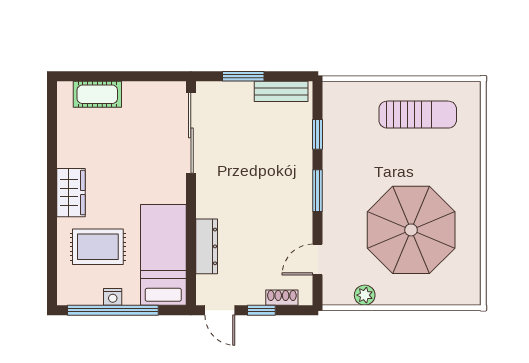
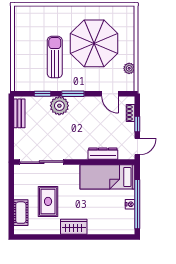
window: (243, 76) -> (11, 134), removed
sun lounger: (418, 115) -> (55, 57), moved
plant: (295, 166) -> (59, 106), added
rug: (98, 247) -> (48, 201), moved

